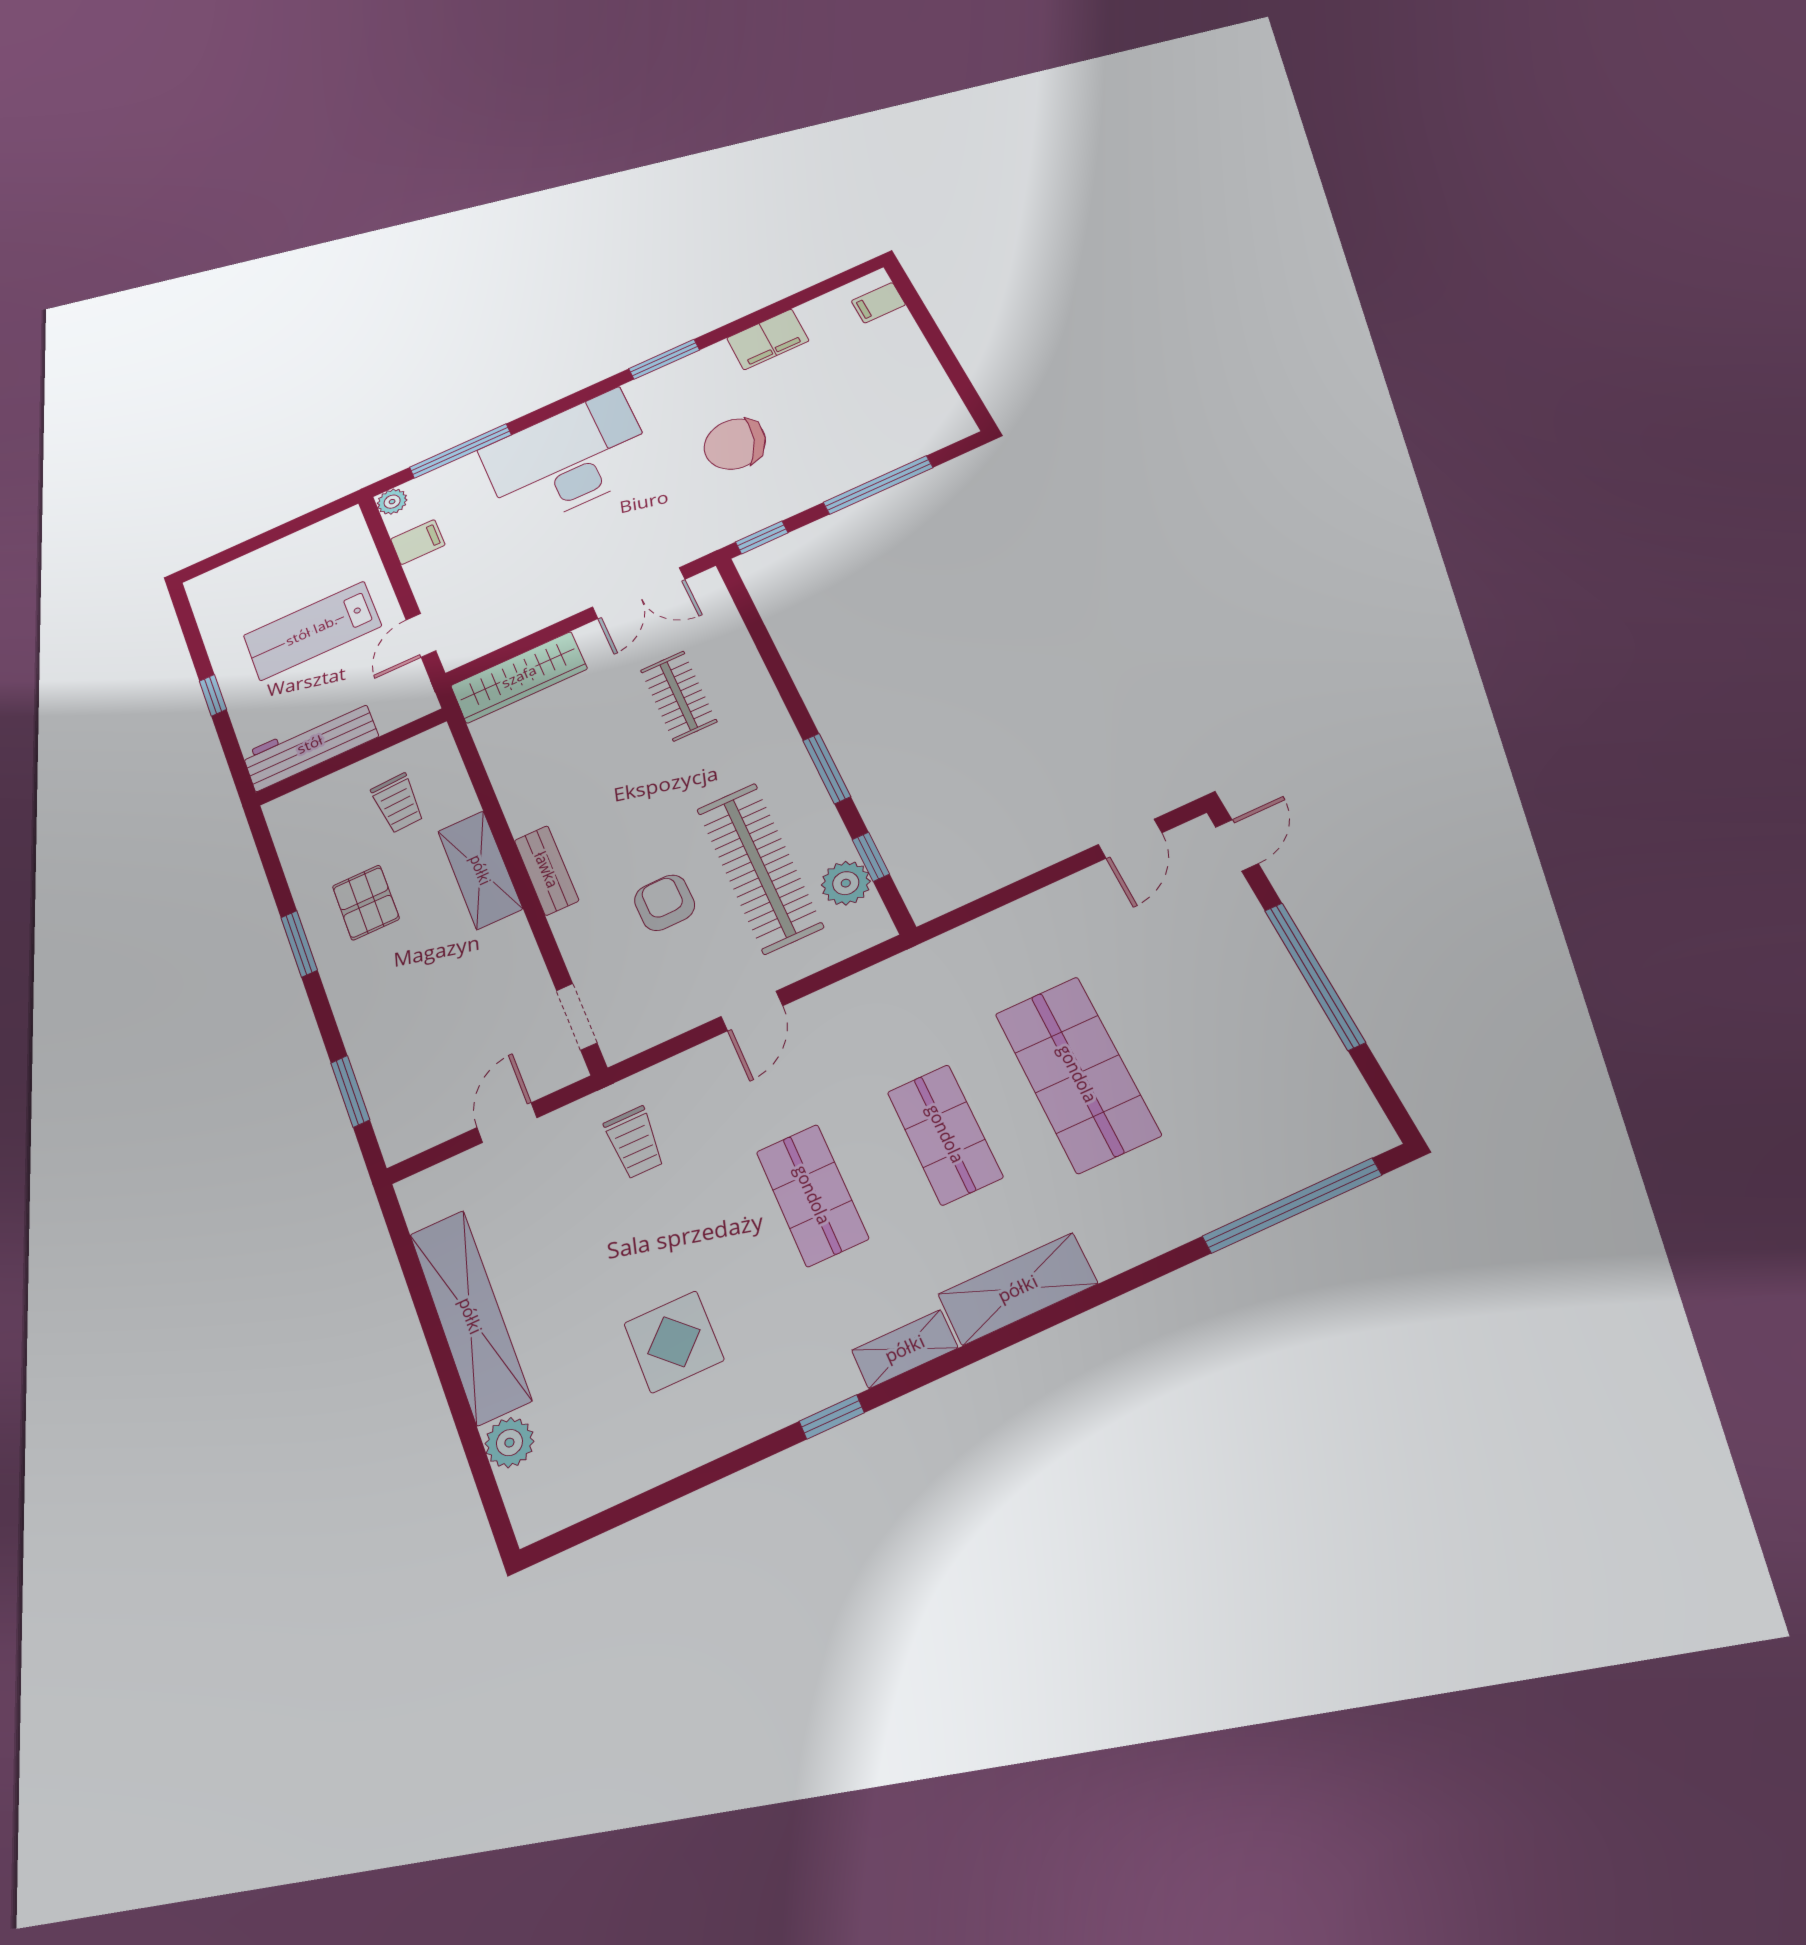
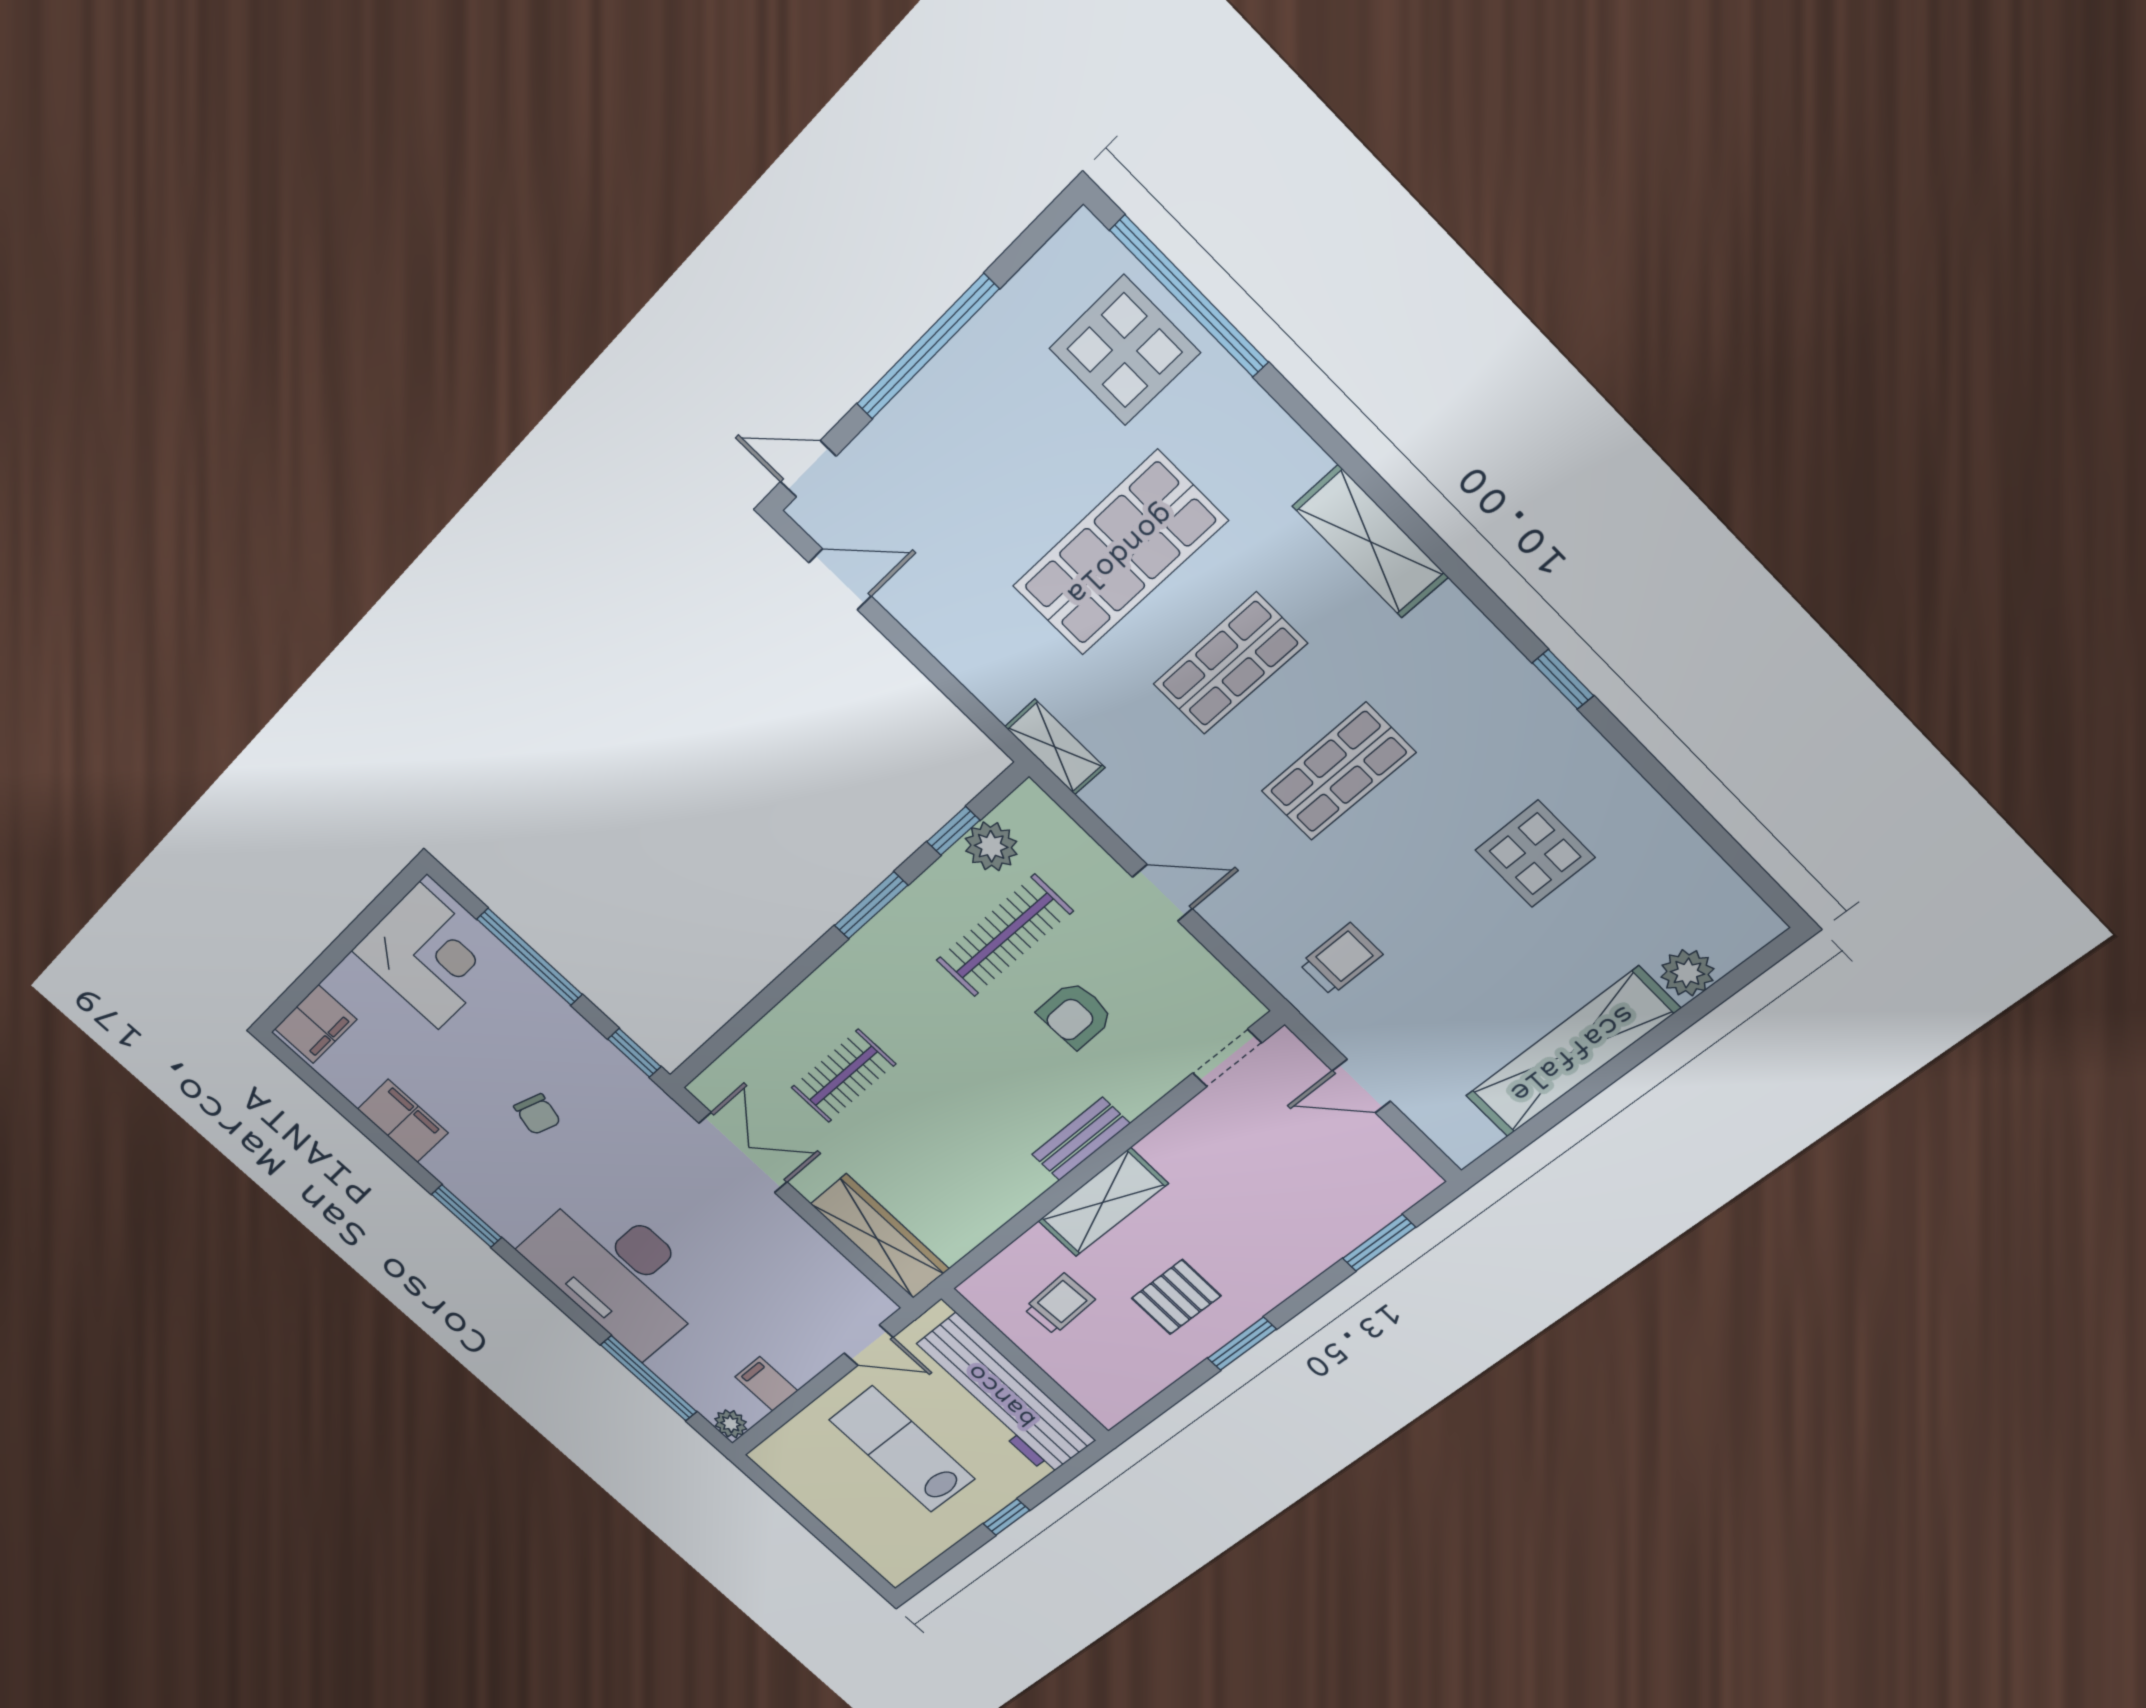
filing cabinet: (878, 303) -> (316, 1024), width x2.00
corner desk: (907, 408) -> (429, 956), added
chair: (735, 444) -> (537, 1114), width x0.54, depth x0.54
lab bench: (312, 631) -> (902, 1449), turned 180
workbench: (310, 745) -> (1002, 1395), width x1.36, depth x1.32
clothes rail: (759, 868) -> (1004, 936), width x0.73, depth x0.76
display table: (1260, 1136) -> (1125, 350), added
shelving: (905, 1349) -> (1055, 747), moved

